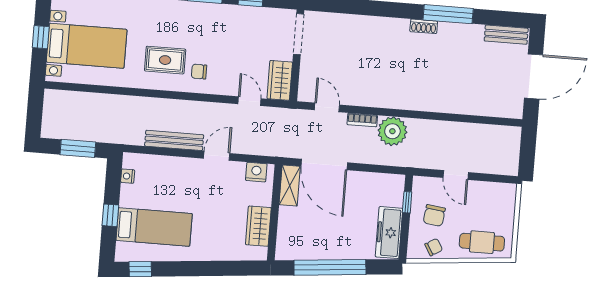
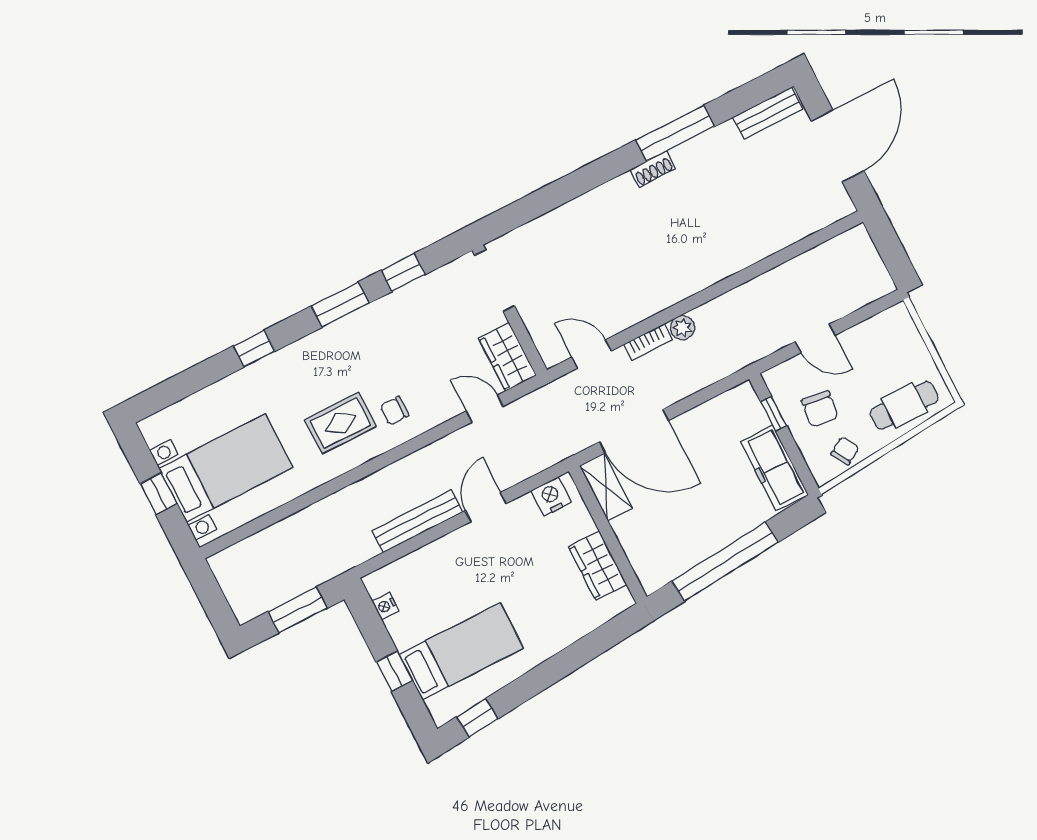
plant: (392, 131) -> (682, 328), width x0.53, depth x0.53

